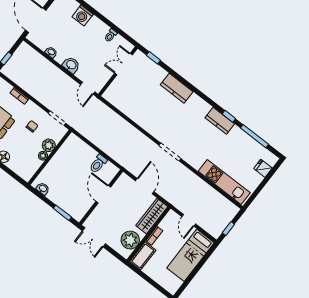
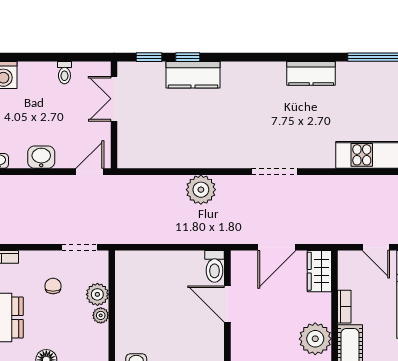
door: (88, 88) -> (90, 172), swing flipped
kitchen counter: (177, 88) -> (193, 75), moved
window: (229, 116) -> (188, 57), moved
plant: (131, 134) -> (201, 190), added
toilet: (98, 164) -> (215, 266), moved
door: (145, 186) -> (277, 247), swing flipped
wardrobe: (152, 216) -> (319, 271), width x0.67

